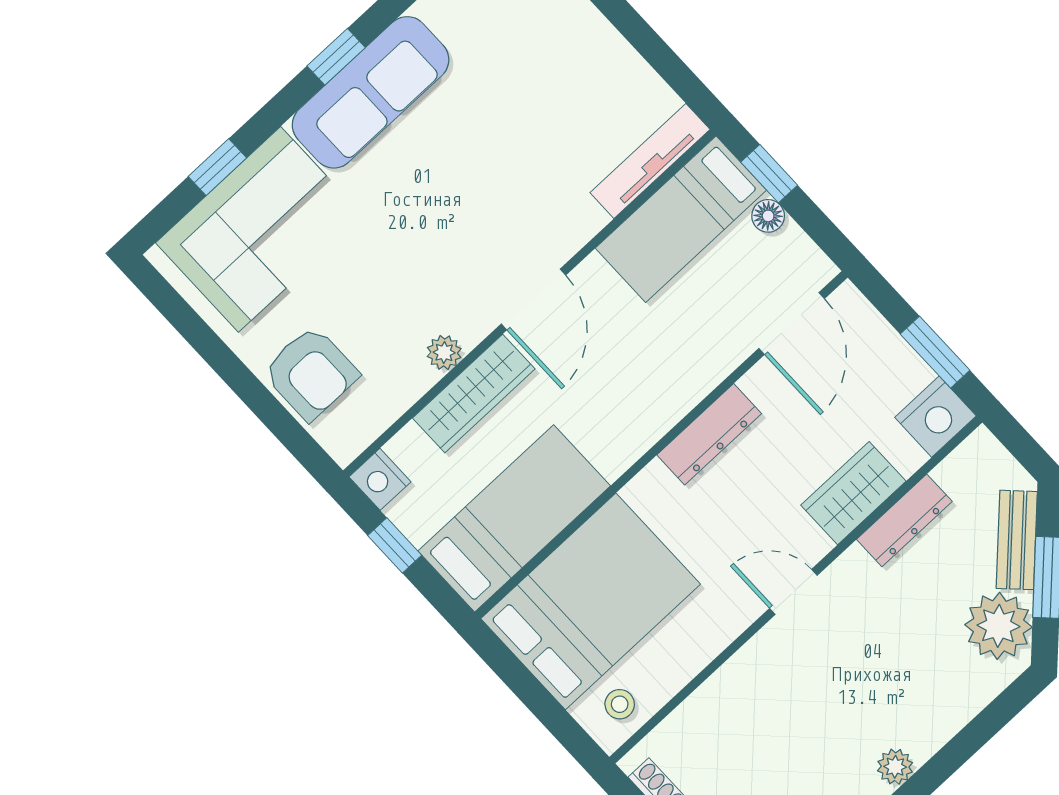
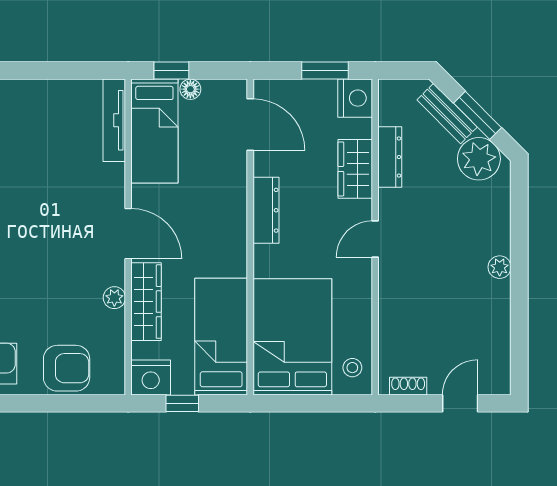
nightstand: (380, 479) -> (151, 377), width x1.36, depth x1.33

